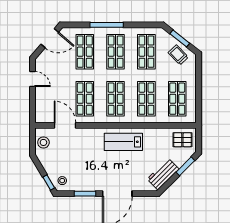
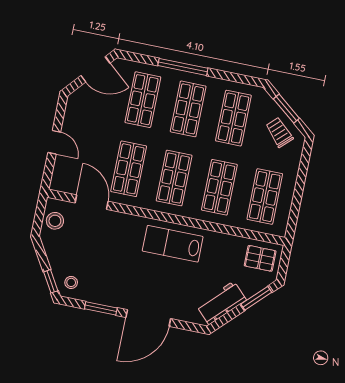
door: (32, 79) -> (54, 142), moved

